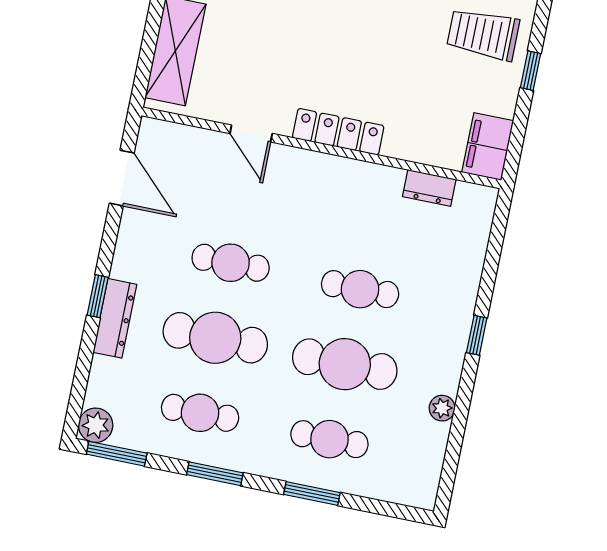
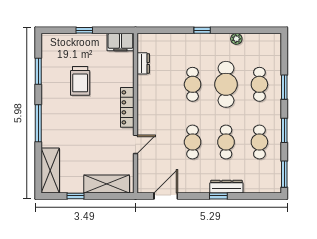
trolley: (483, 34) -> (80, 81), moved
cafe table: (215, 338) -> (226, 142), width x0.73, depth x0.74
plant: (96, 425) -> (274, 186), removed

